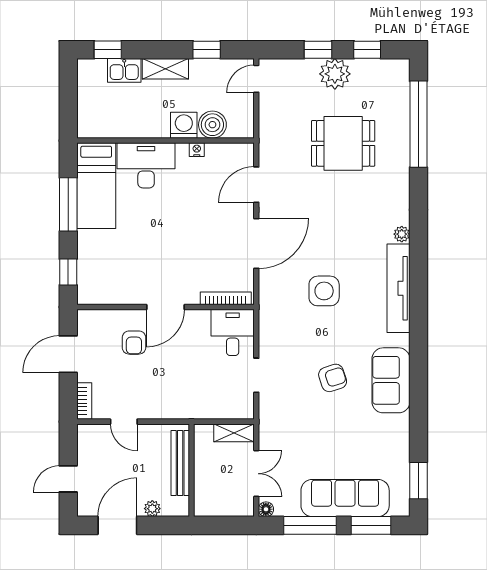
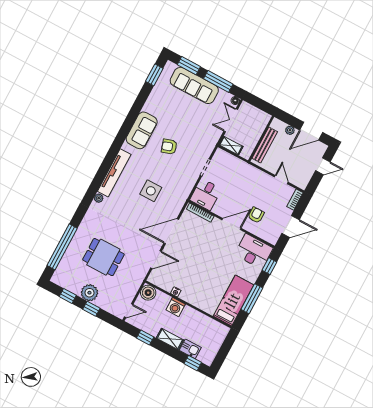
boiler: (212, 125) -> (148, 293), moved
desk: (146, 165) -> (254, 251), moved, turned 180

